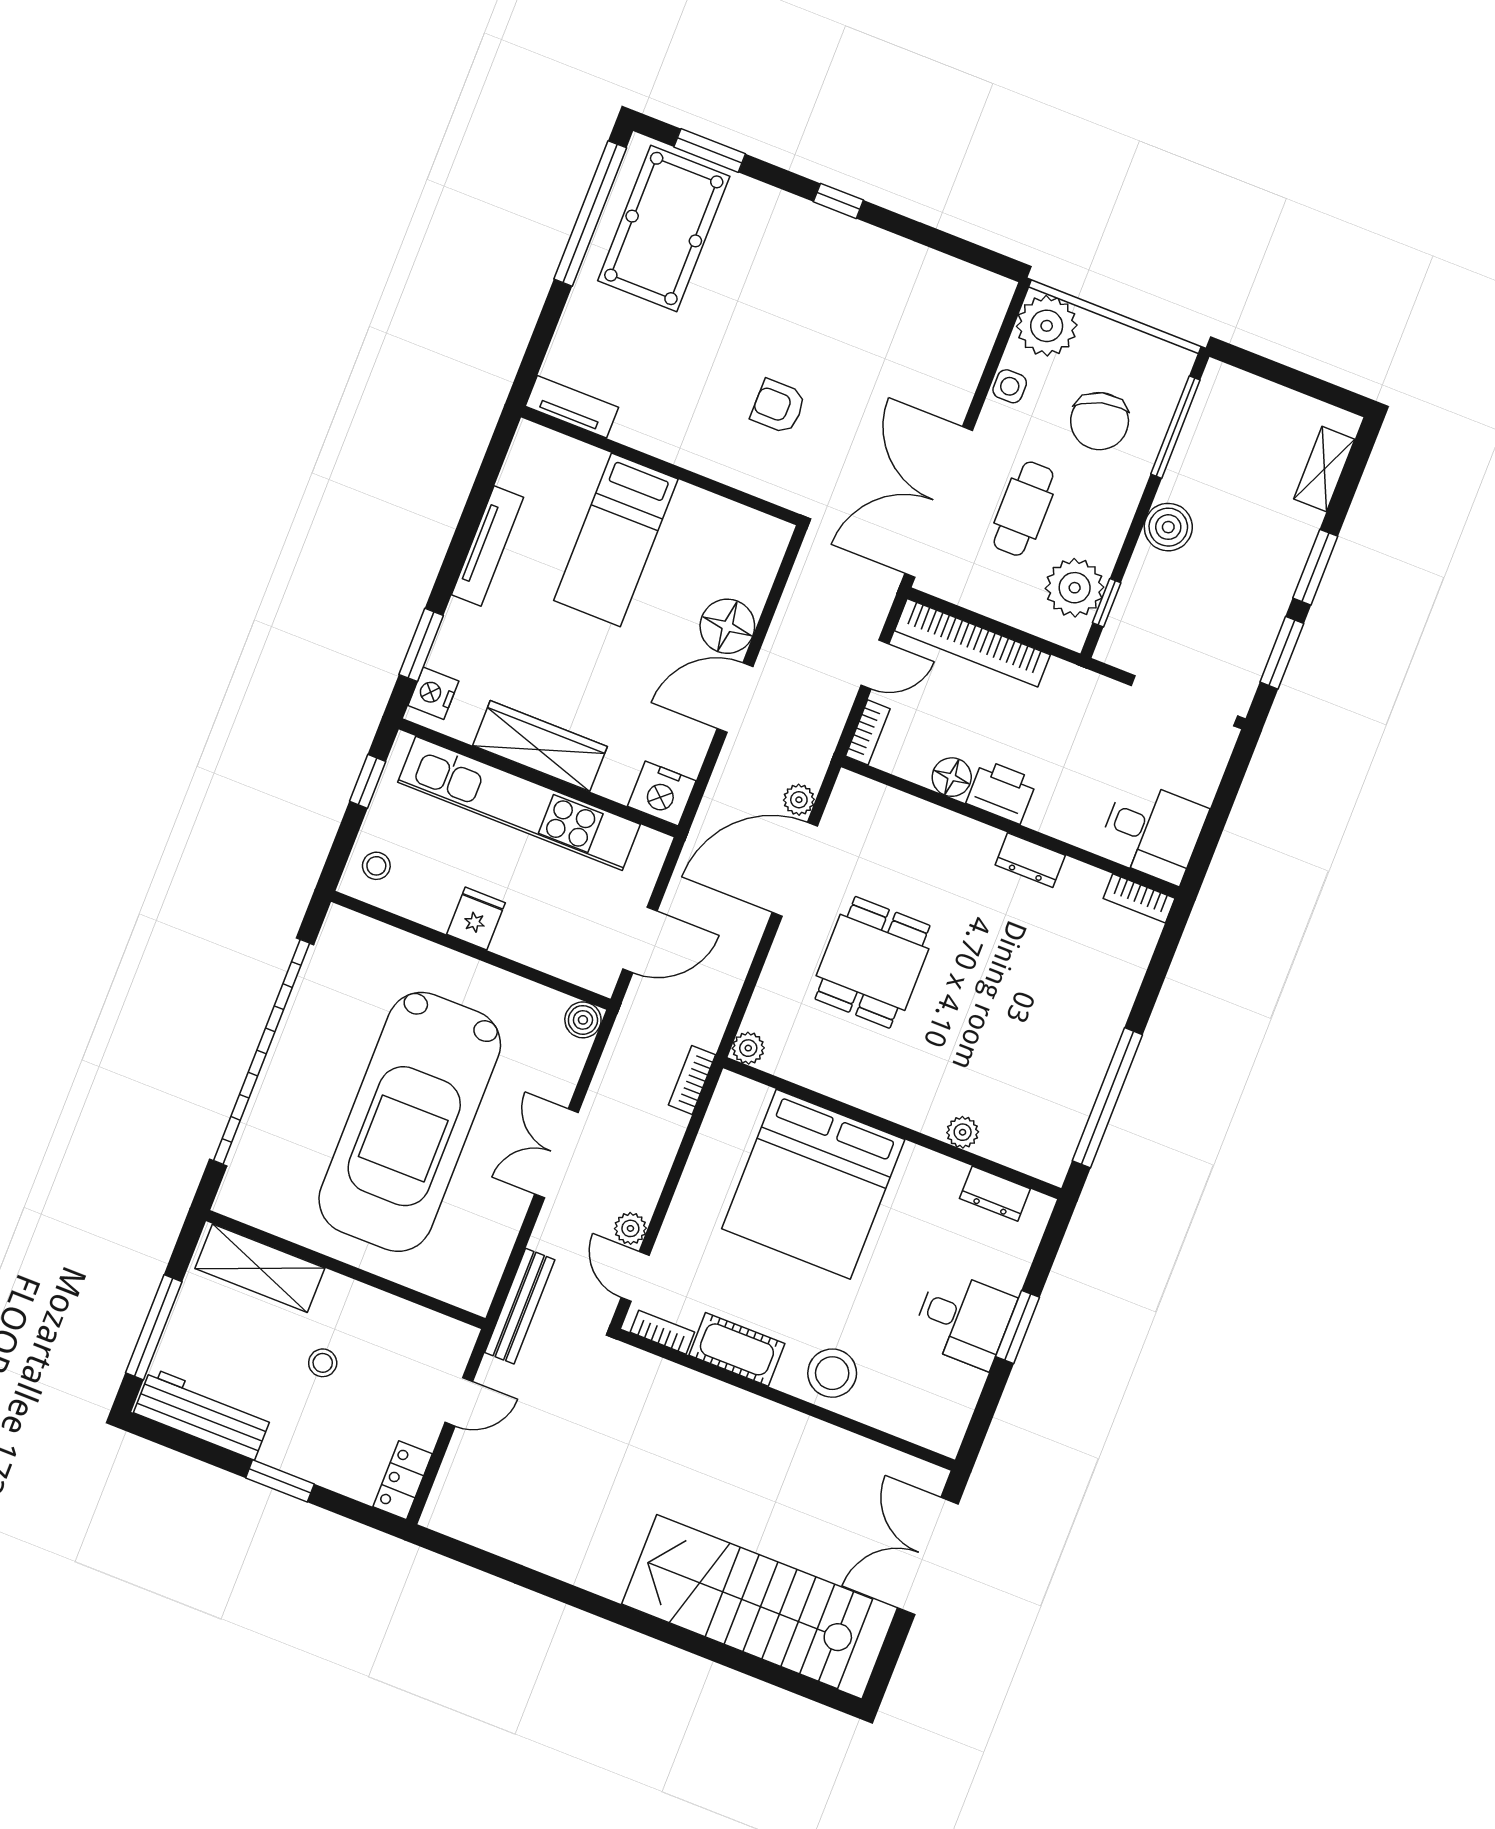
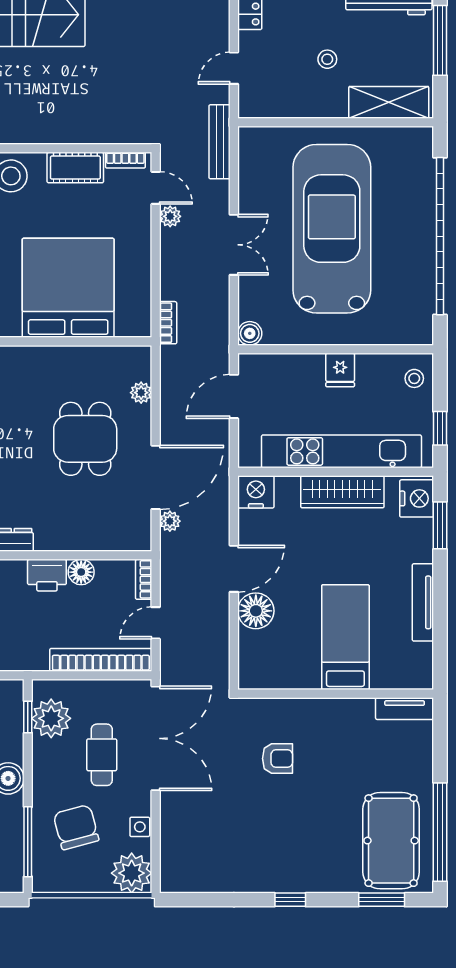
nightstand: (433, 693) -> (417, 498), width x1.36, depth x1.33
plant: (748, 1048) -> (141, 393), moved

